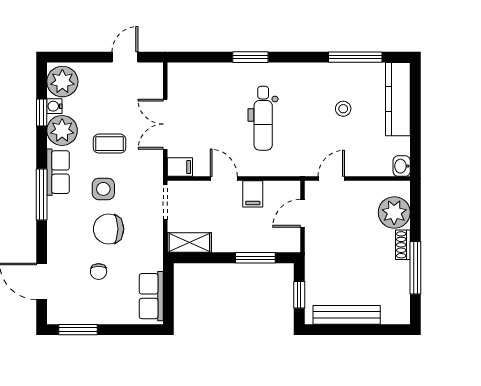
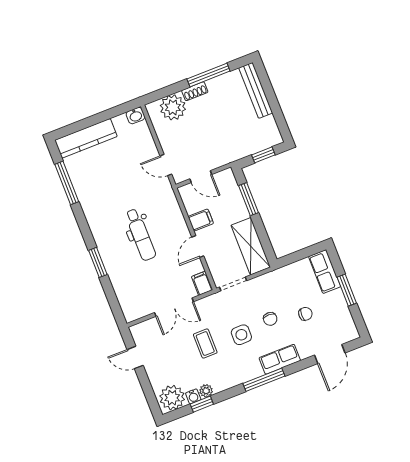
stool: (343, 109) -> (109, 177), removed
dental chair: (263, 118) -> (140, 235), turned 90
plant: (62, 130) -> (206, 391), width x0.53, depth x0.53
row of seats: (58, 172) -> (280, 359), moved
chair: (109, 229) -> (270, 319), width x0.54, depth x0.54
shelving: (189, 243) -> (251, 246), width x1.50, depth x1.33
row of seats: (151, 296) -> (325, 272), moved, turned 90
bench: (347, 315) -> (256, 90), moved
window: (78, 330) -> (347, 290), moved

